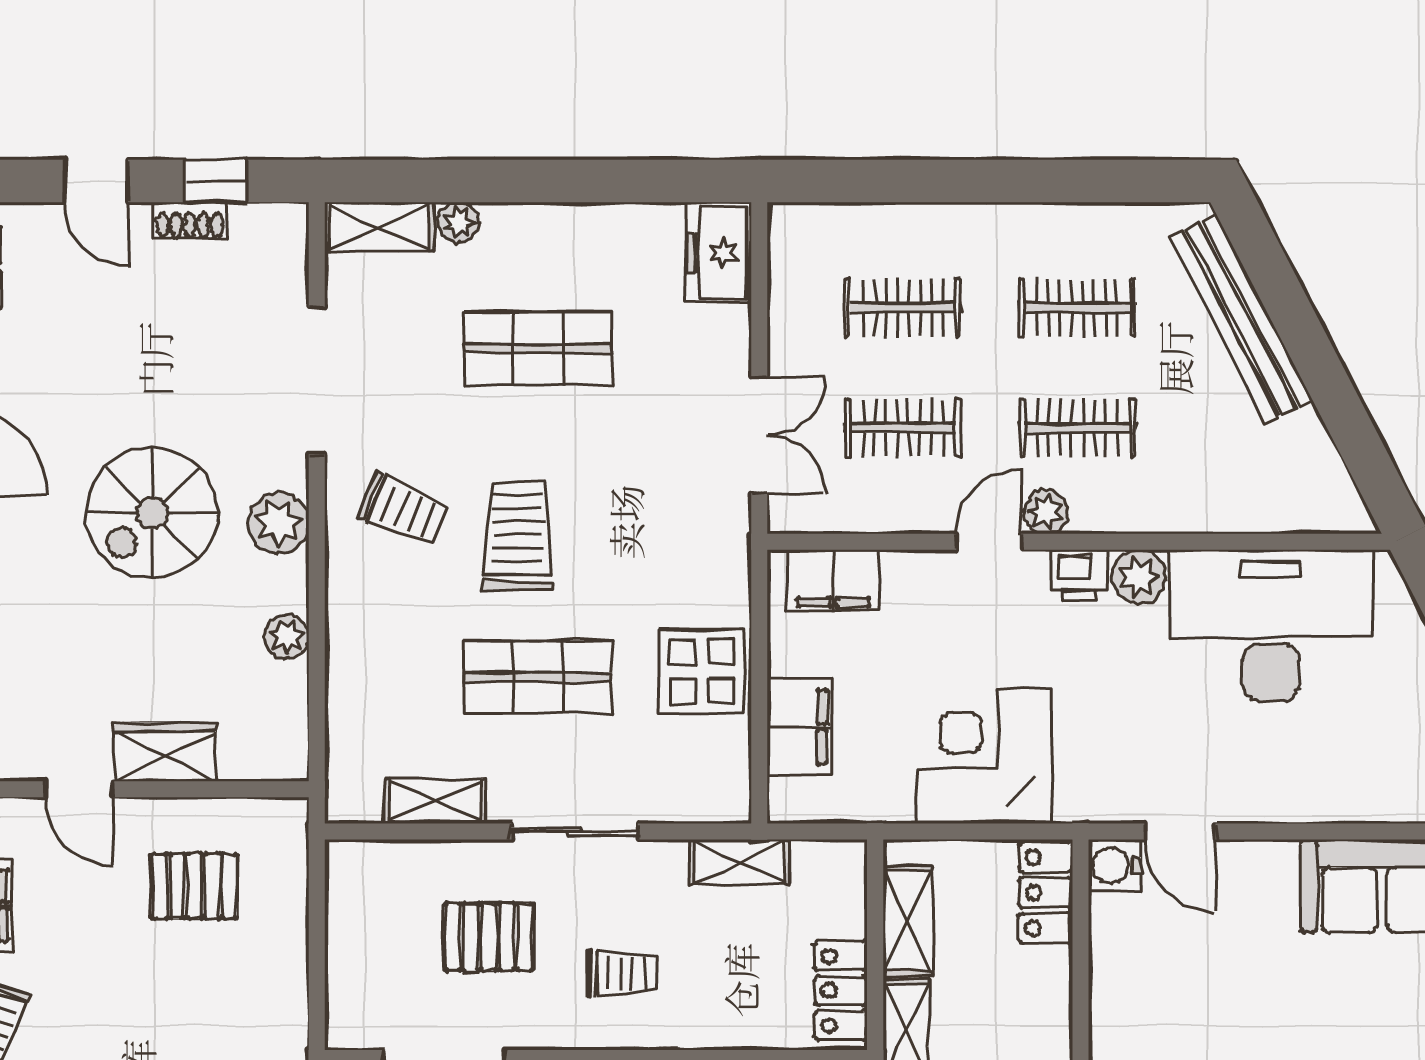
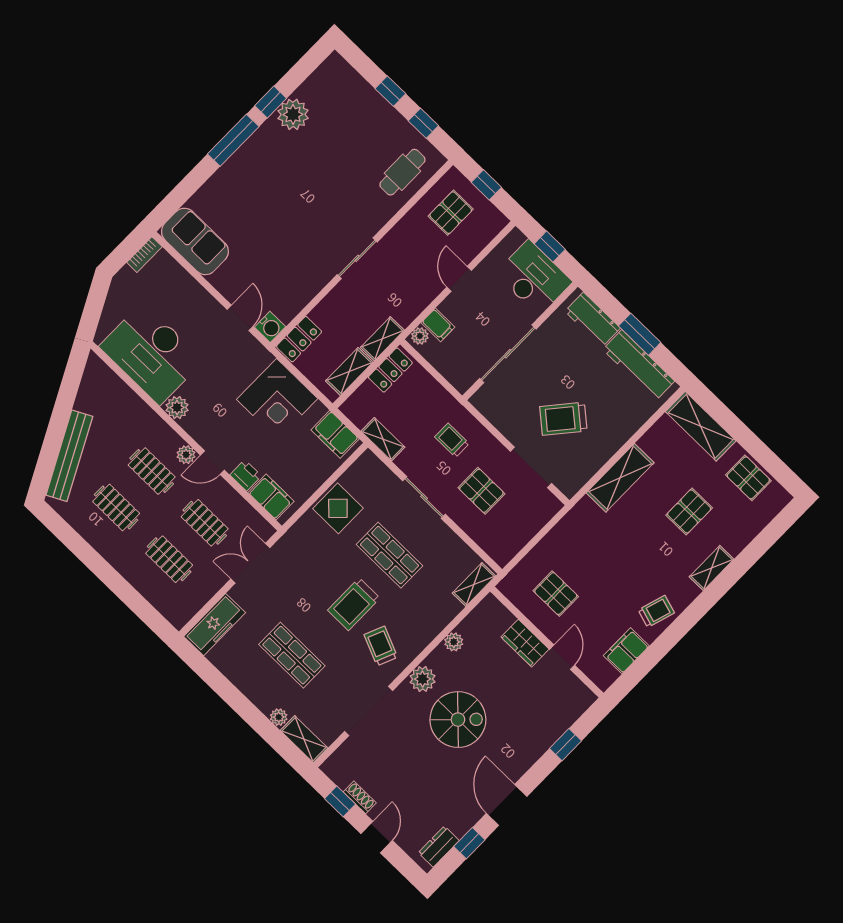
freezer: (718, 253) -> (215, 625), width x1.40
printer: (1080, 575) -> (246, 475), moved
filing cabinet: (799, 727) -> (335, 434), moved, turned -90
shelving: (436, 801) -> (474, 584), moved, turned 90

